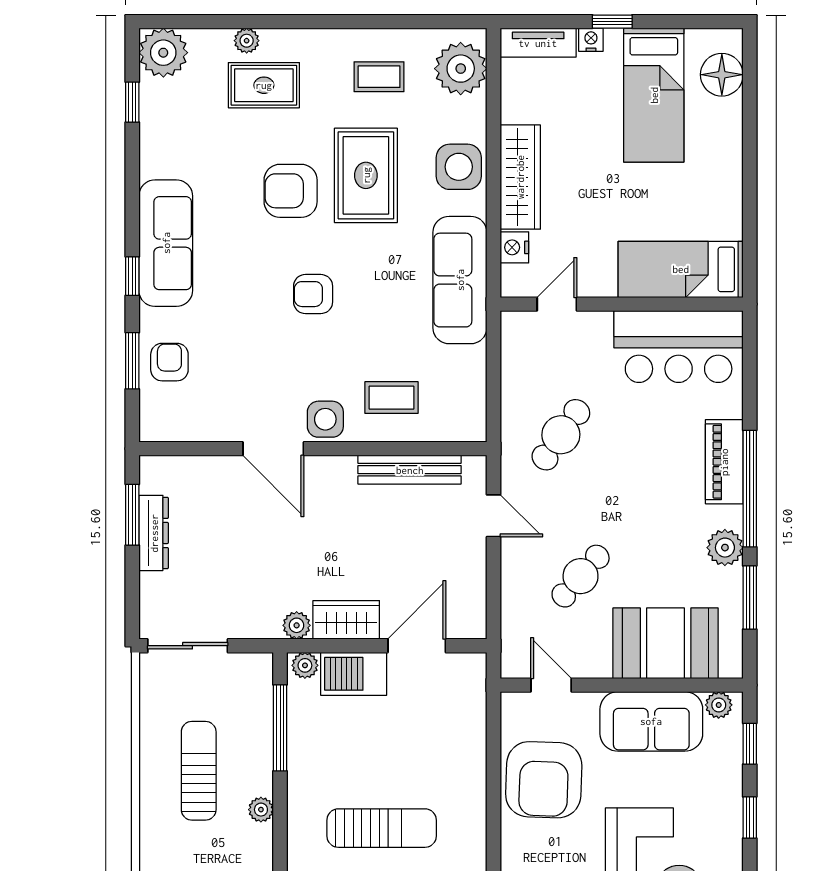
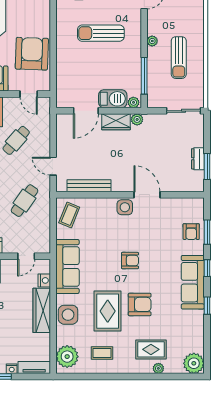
window: (132, 102) -> (207, 306), moved
coffee table: (392, 398) -> (69, 215), moved, turned -68
dresser: (154, 533) -> (198, 159), width x0.70

